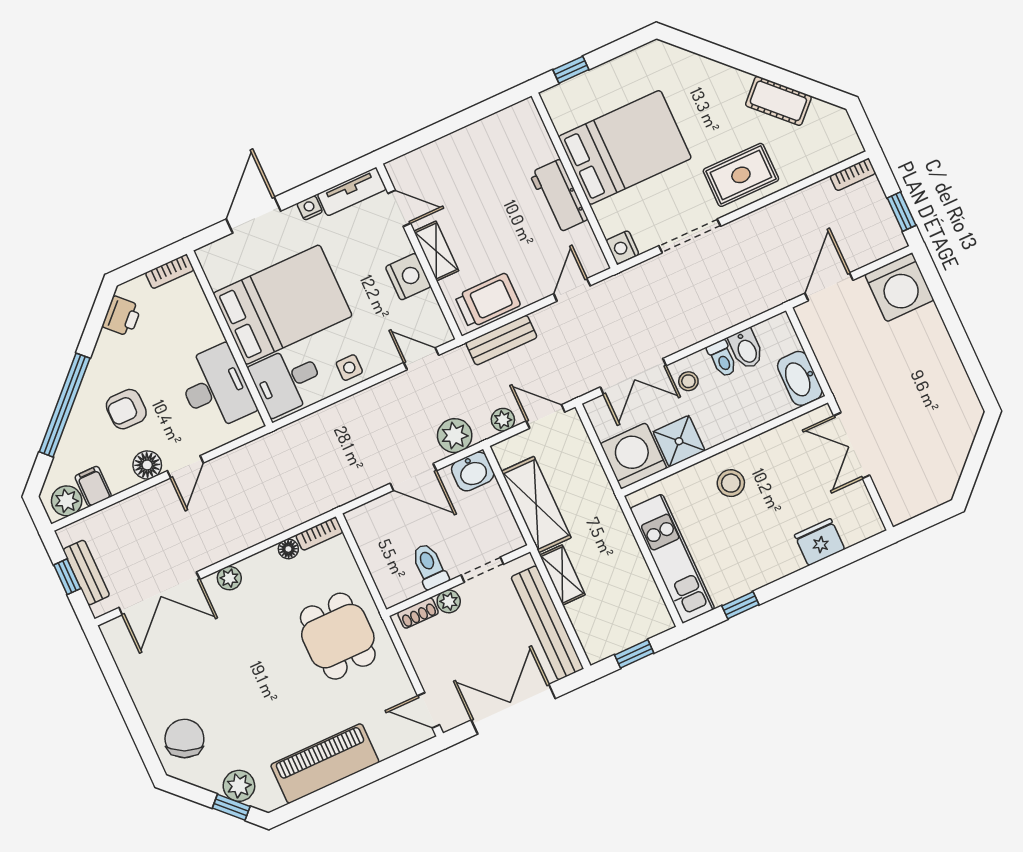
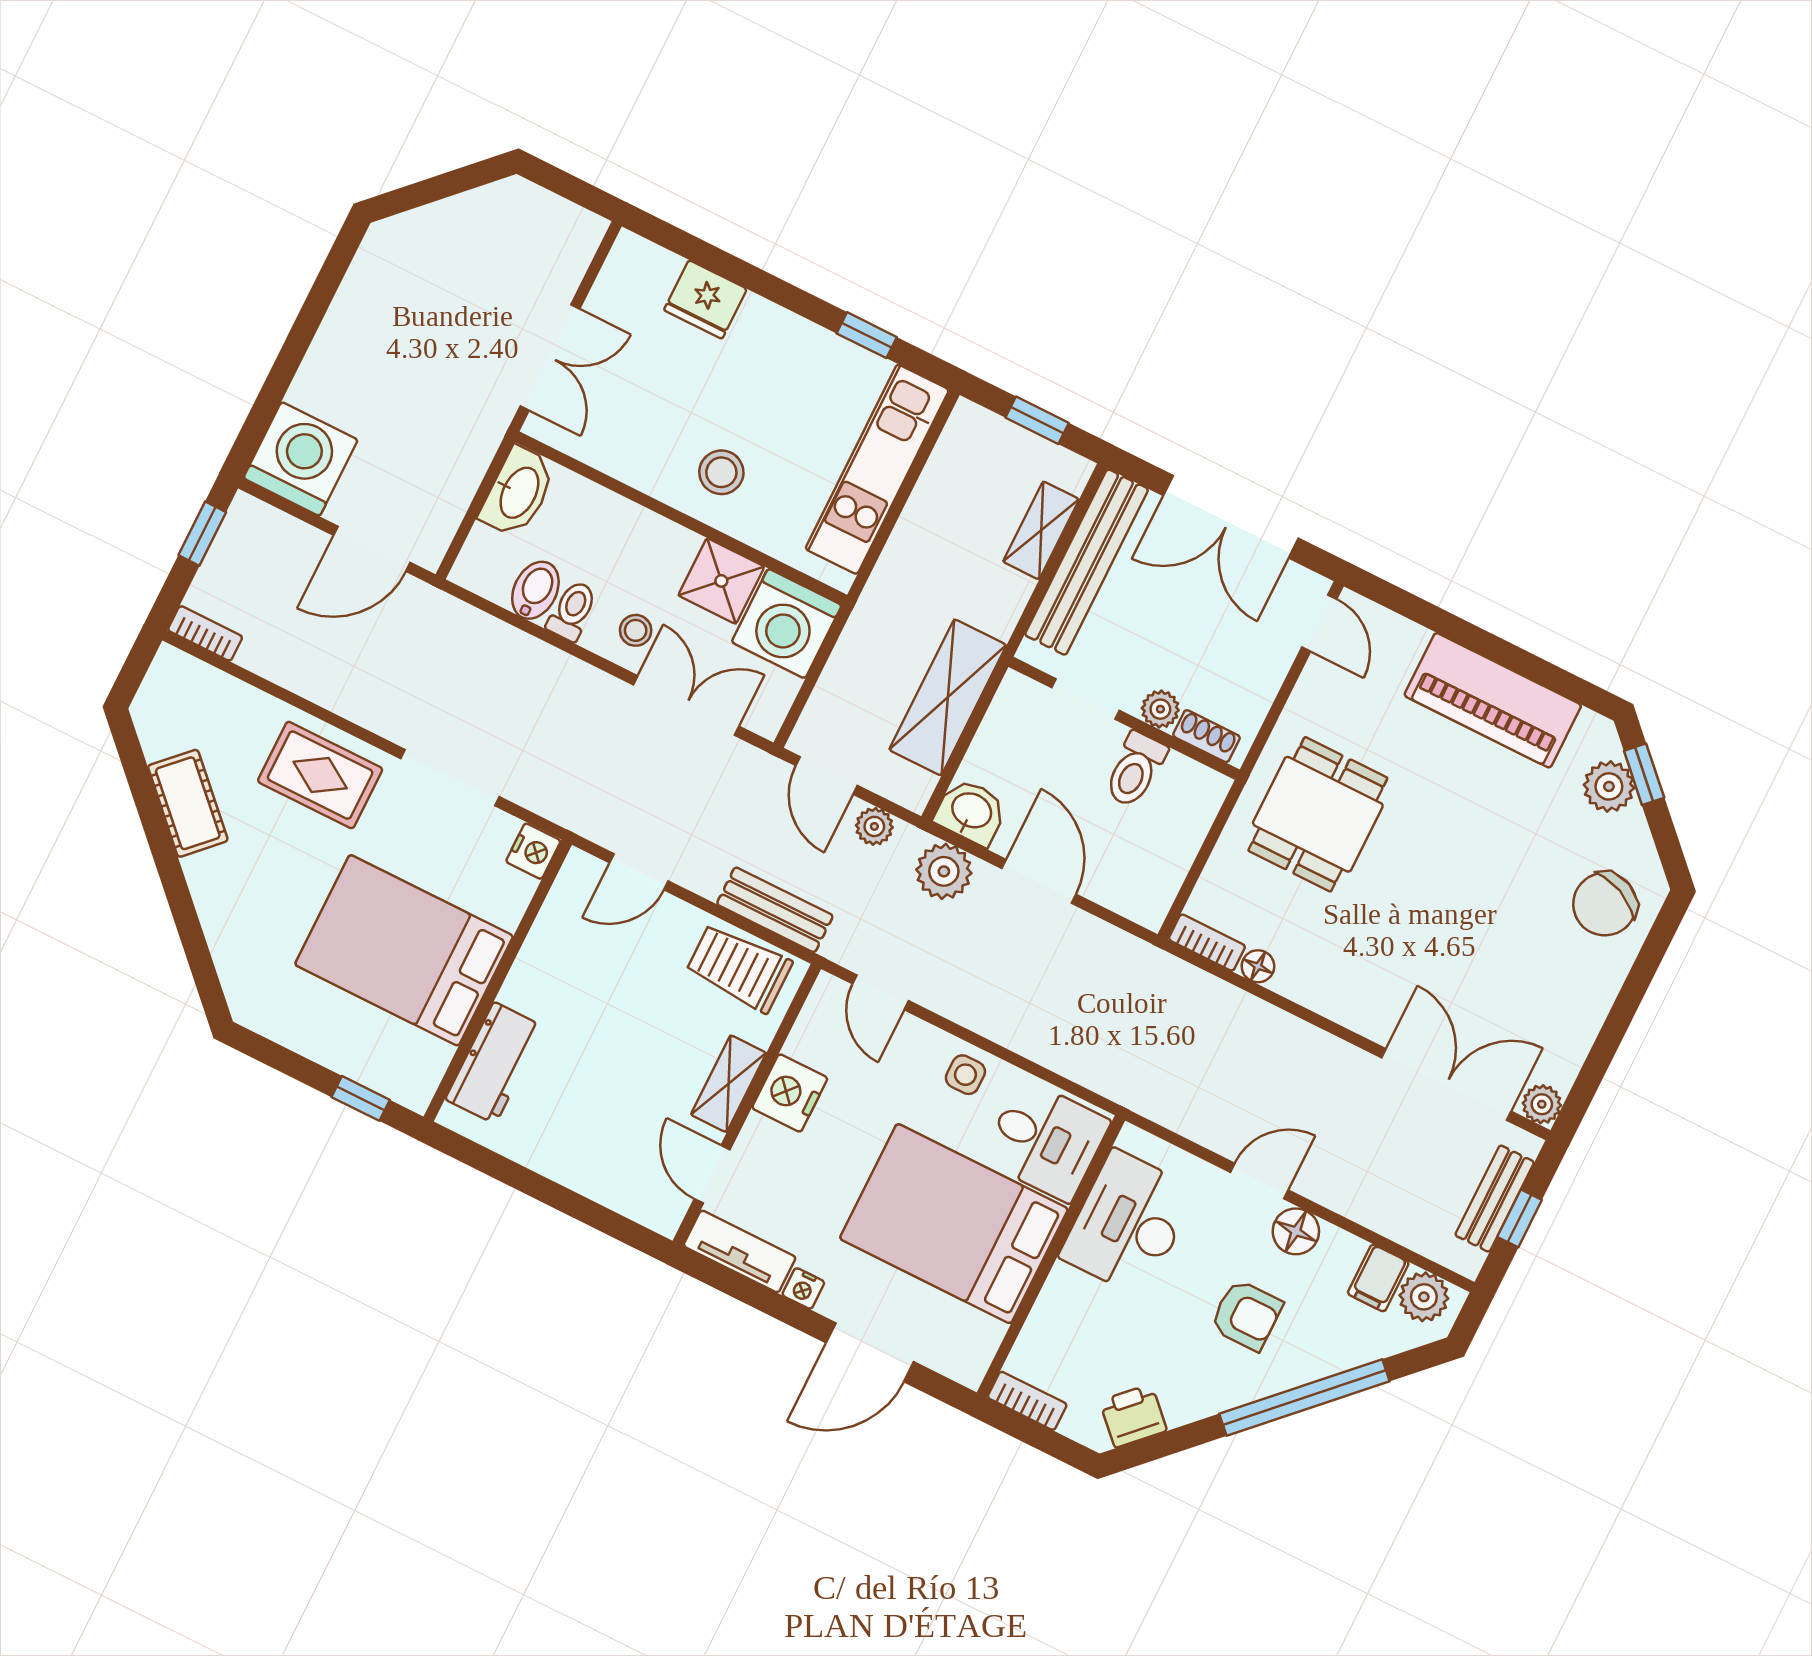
workbench: (559, 196) -> (495, 1063), moved
shelving: (562, 575) -> (1041, 530), moved
plant: (229, 578) -> (1542, 1104), moved

